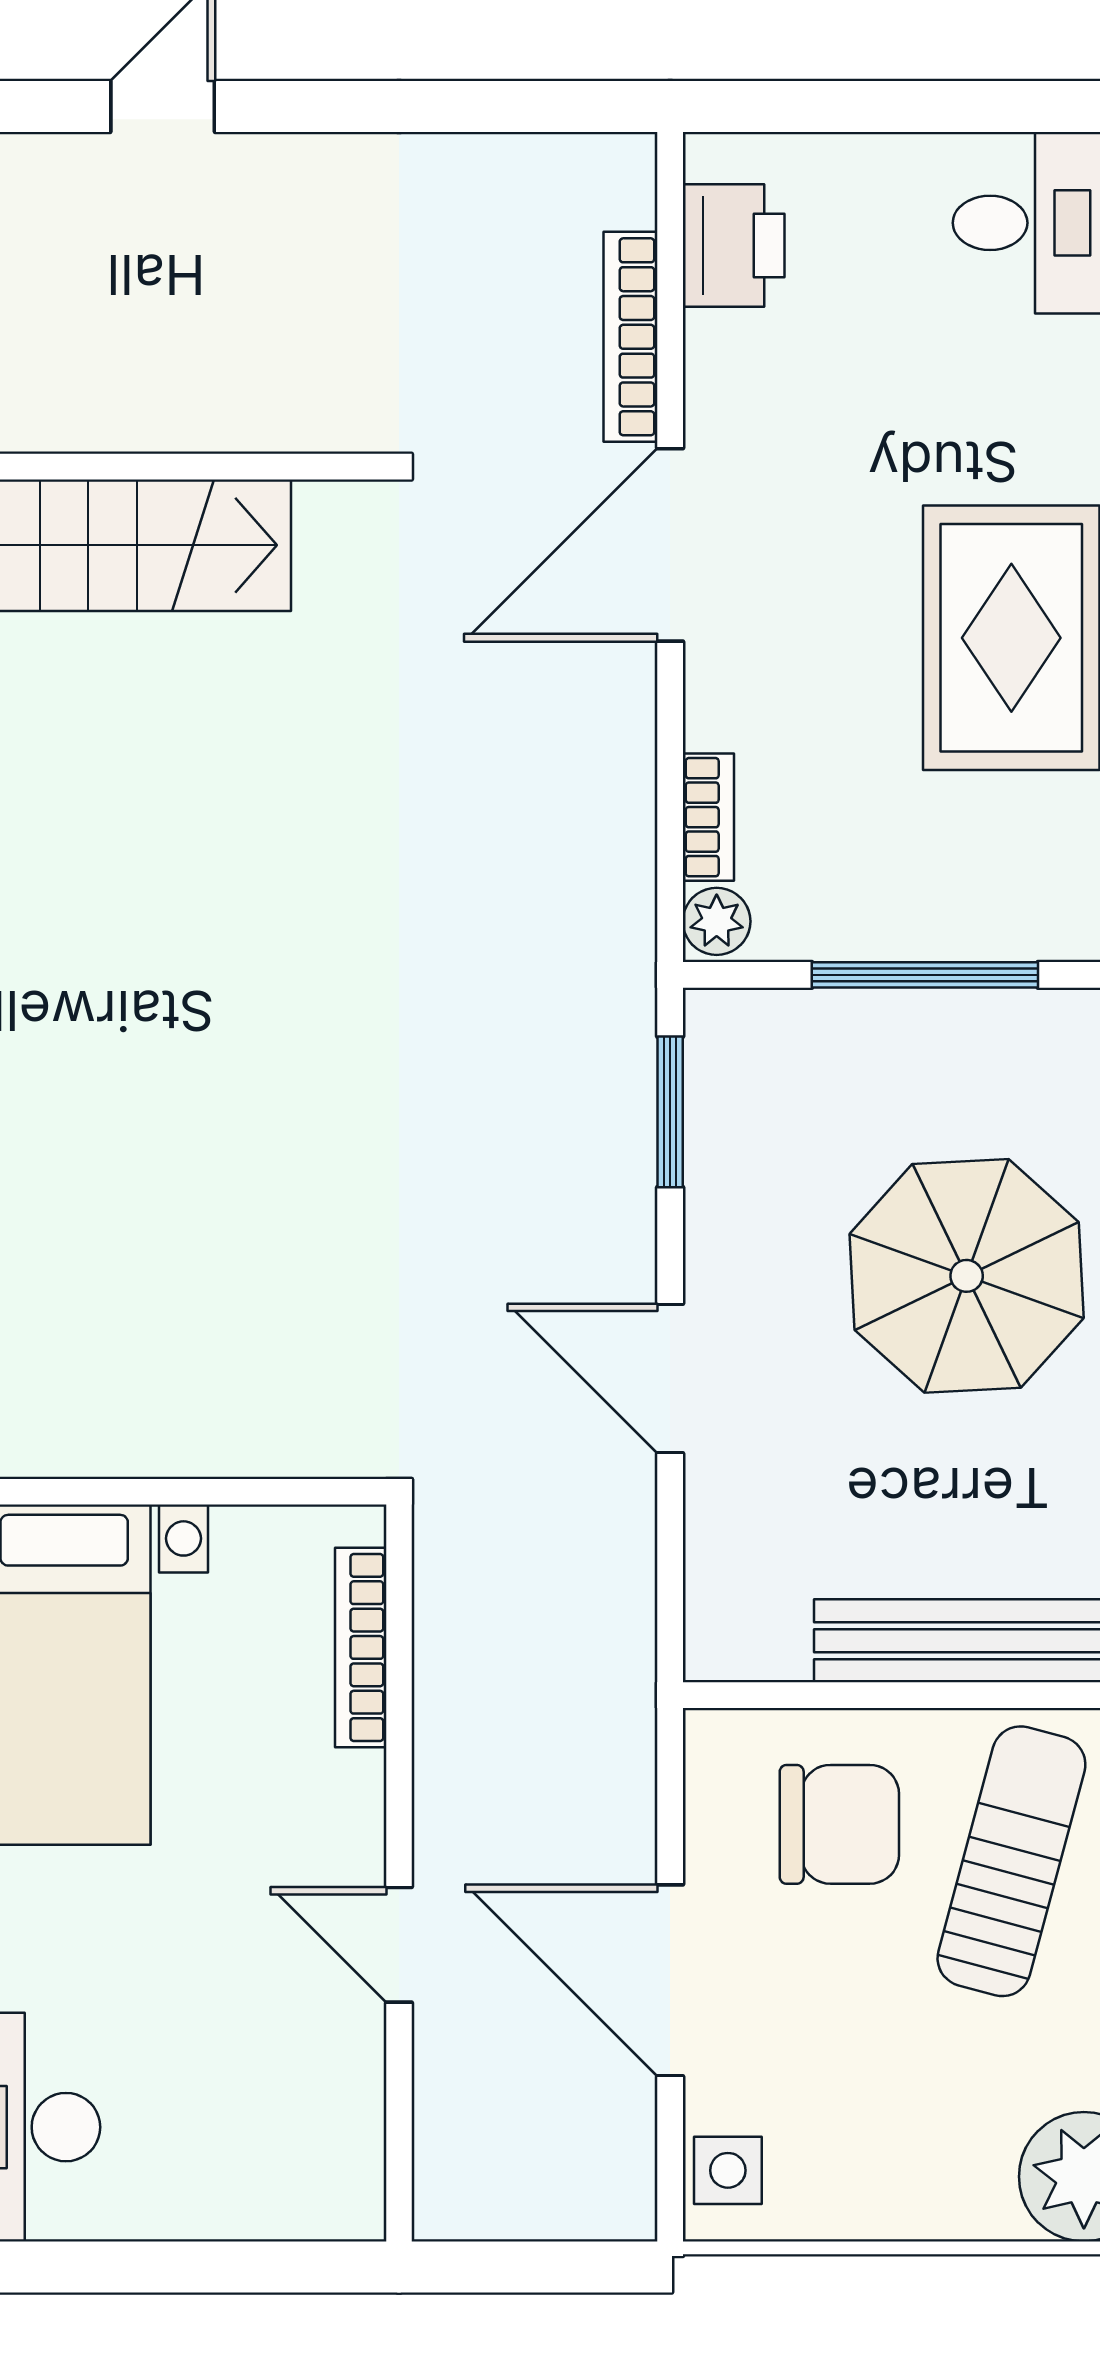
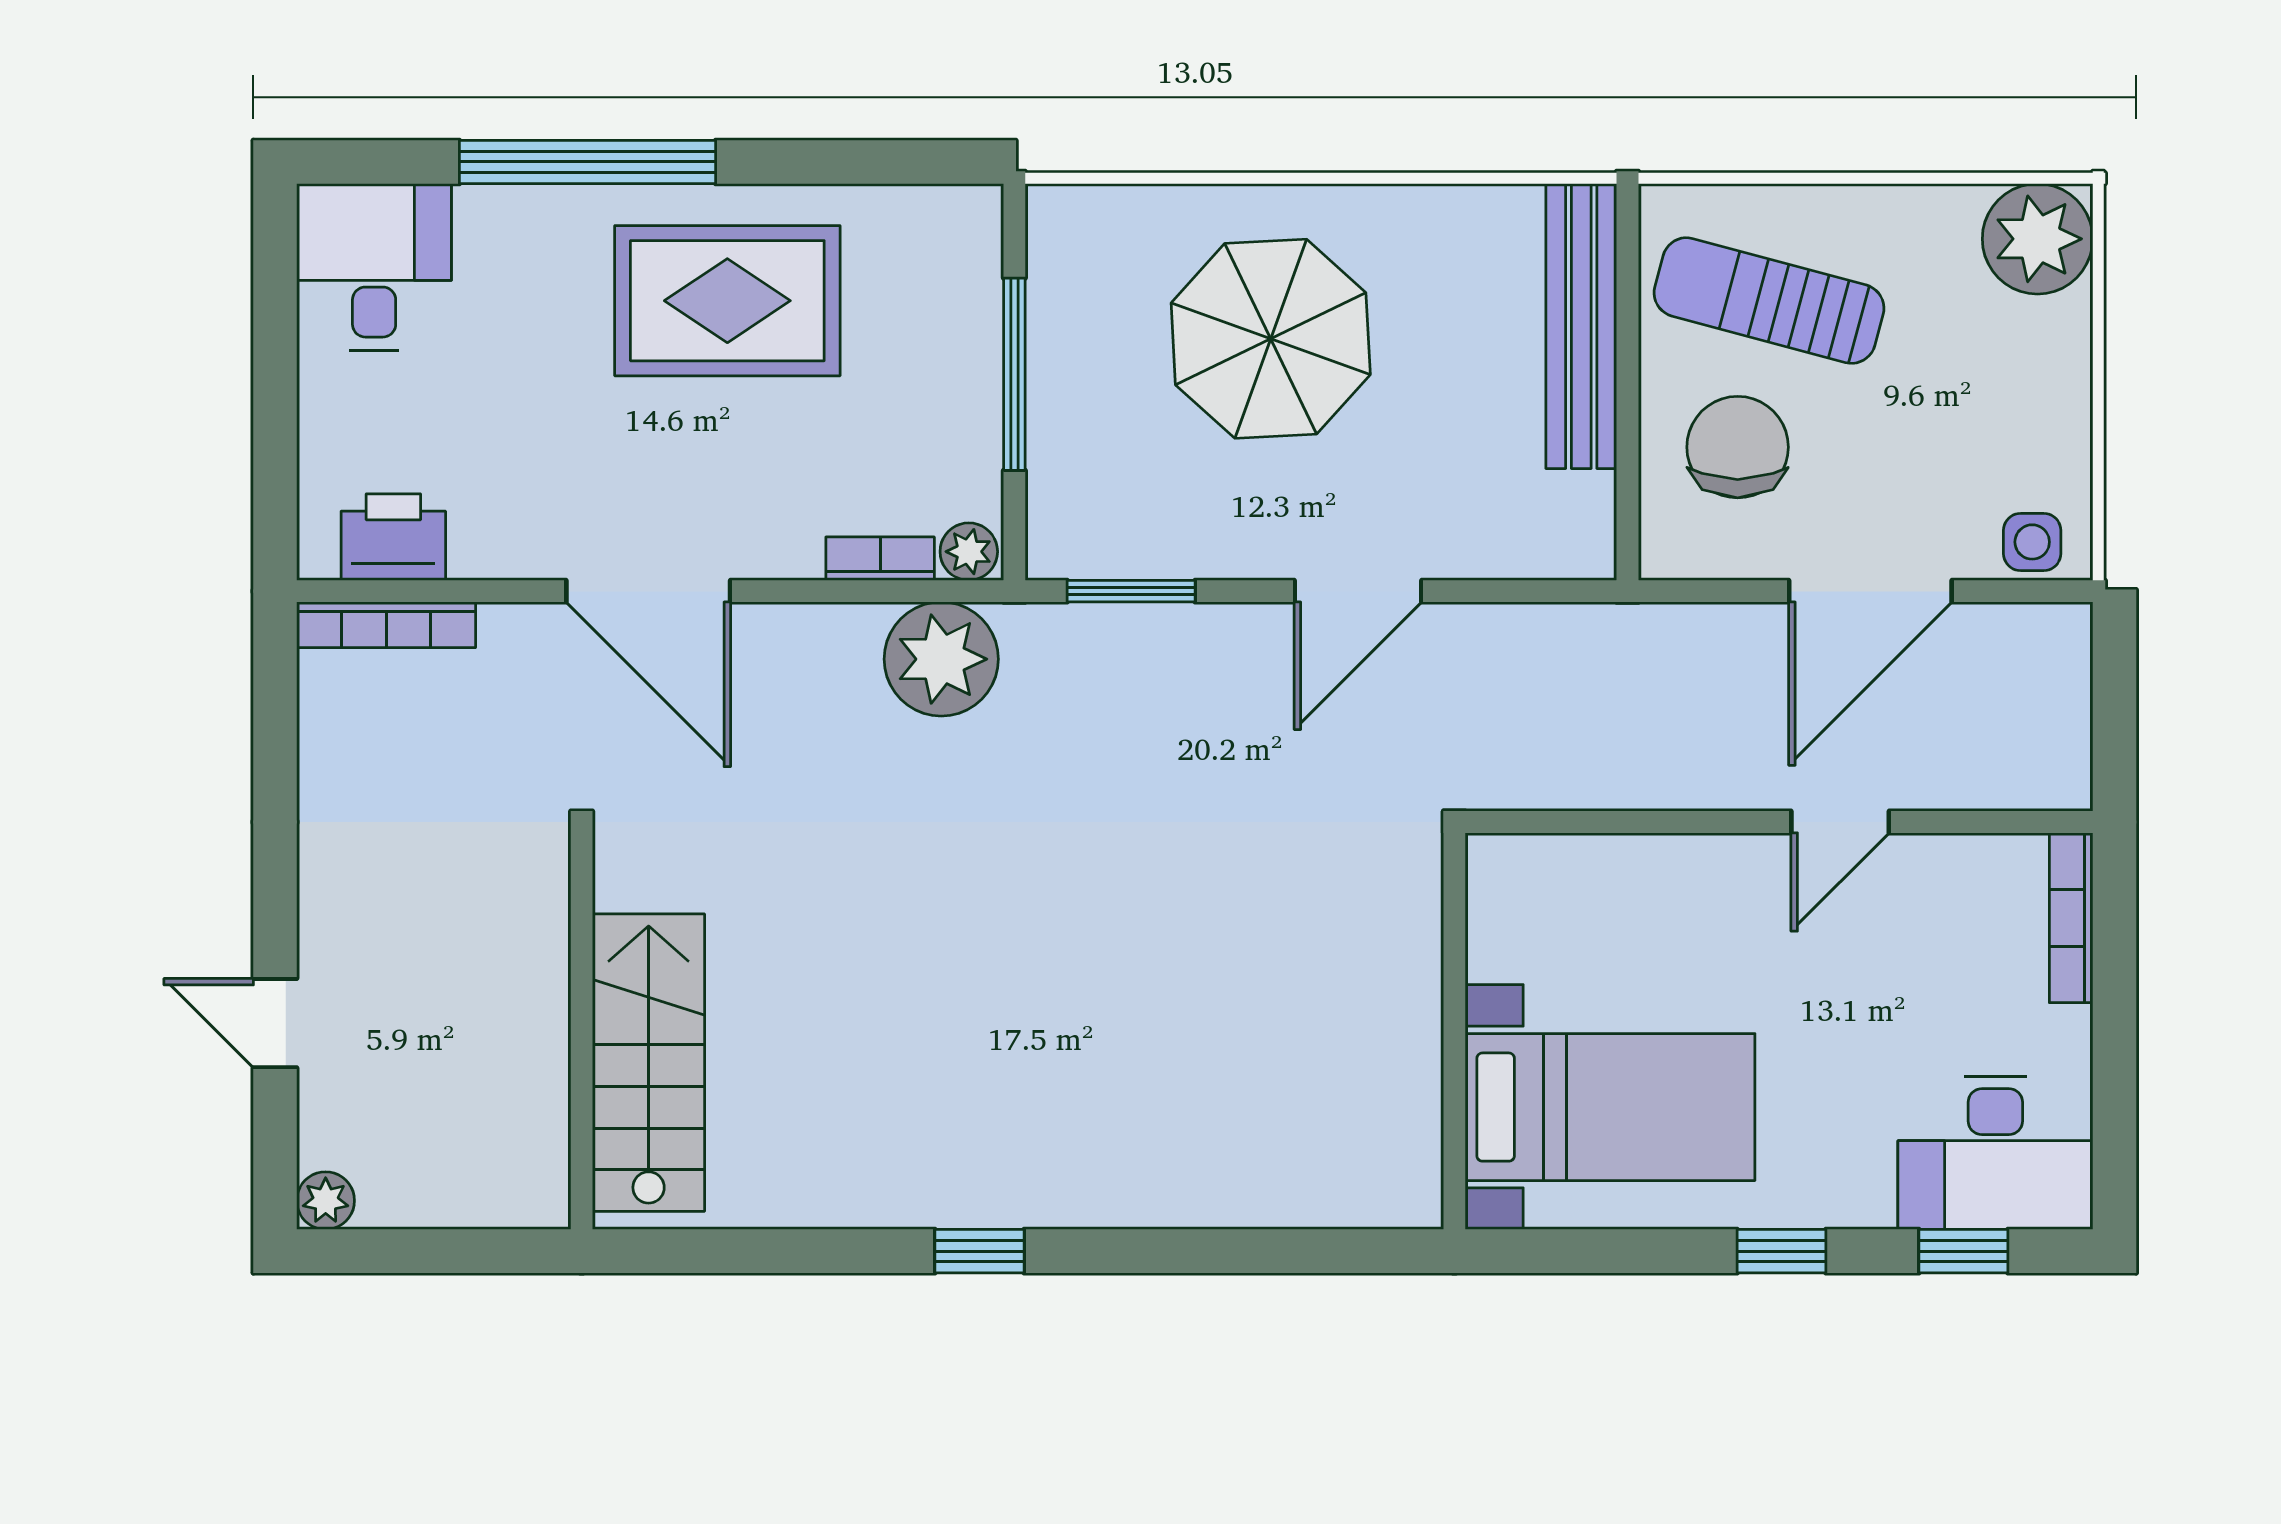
bookcase: (631, 337) -> (386, 625), moved
plant: (590, 889) -> (941, 659), added
bookcase: (361, 1647) -> (2071, 918), moved, turned 90

